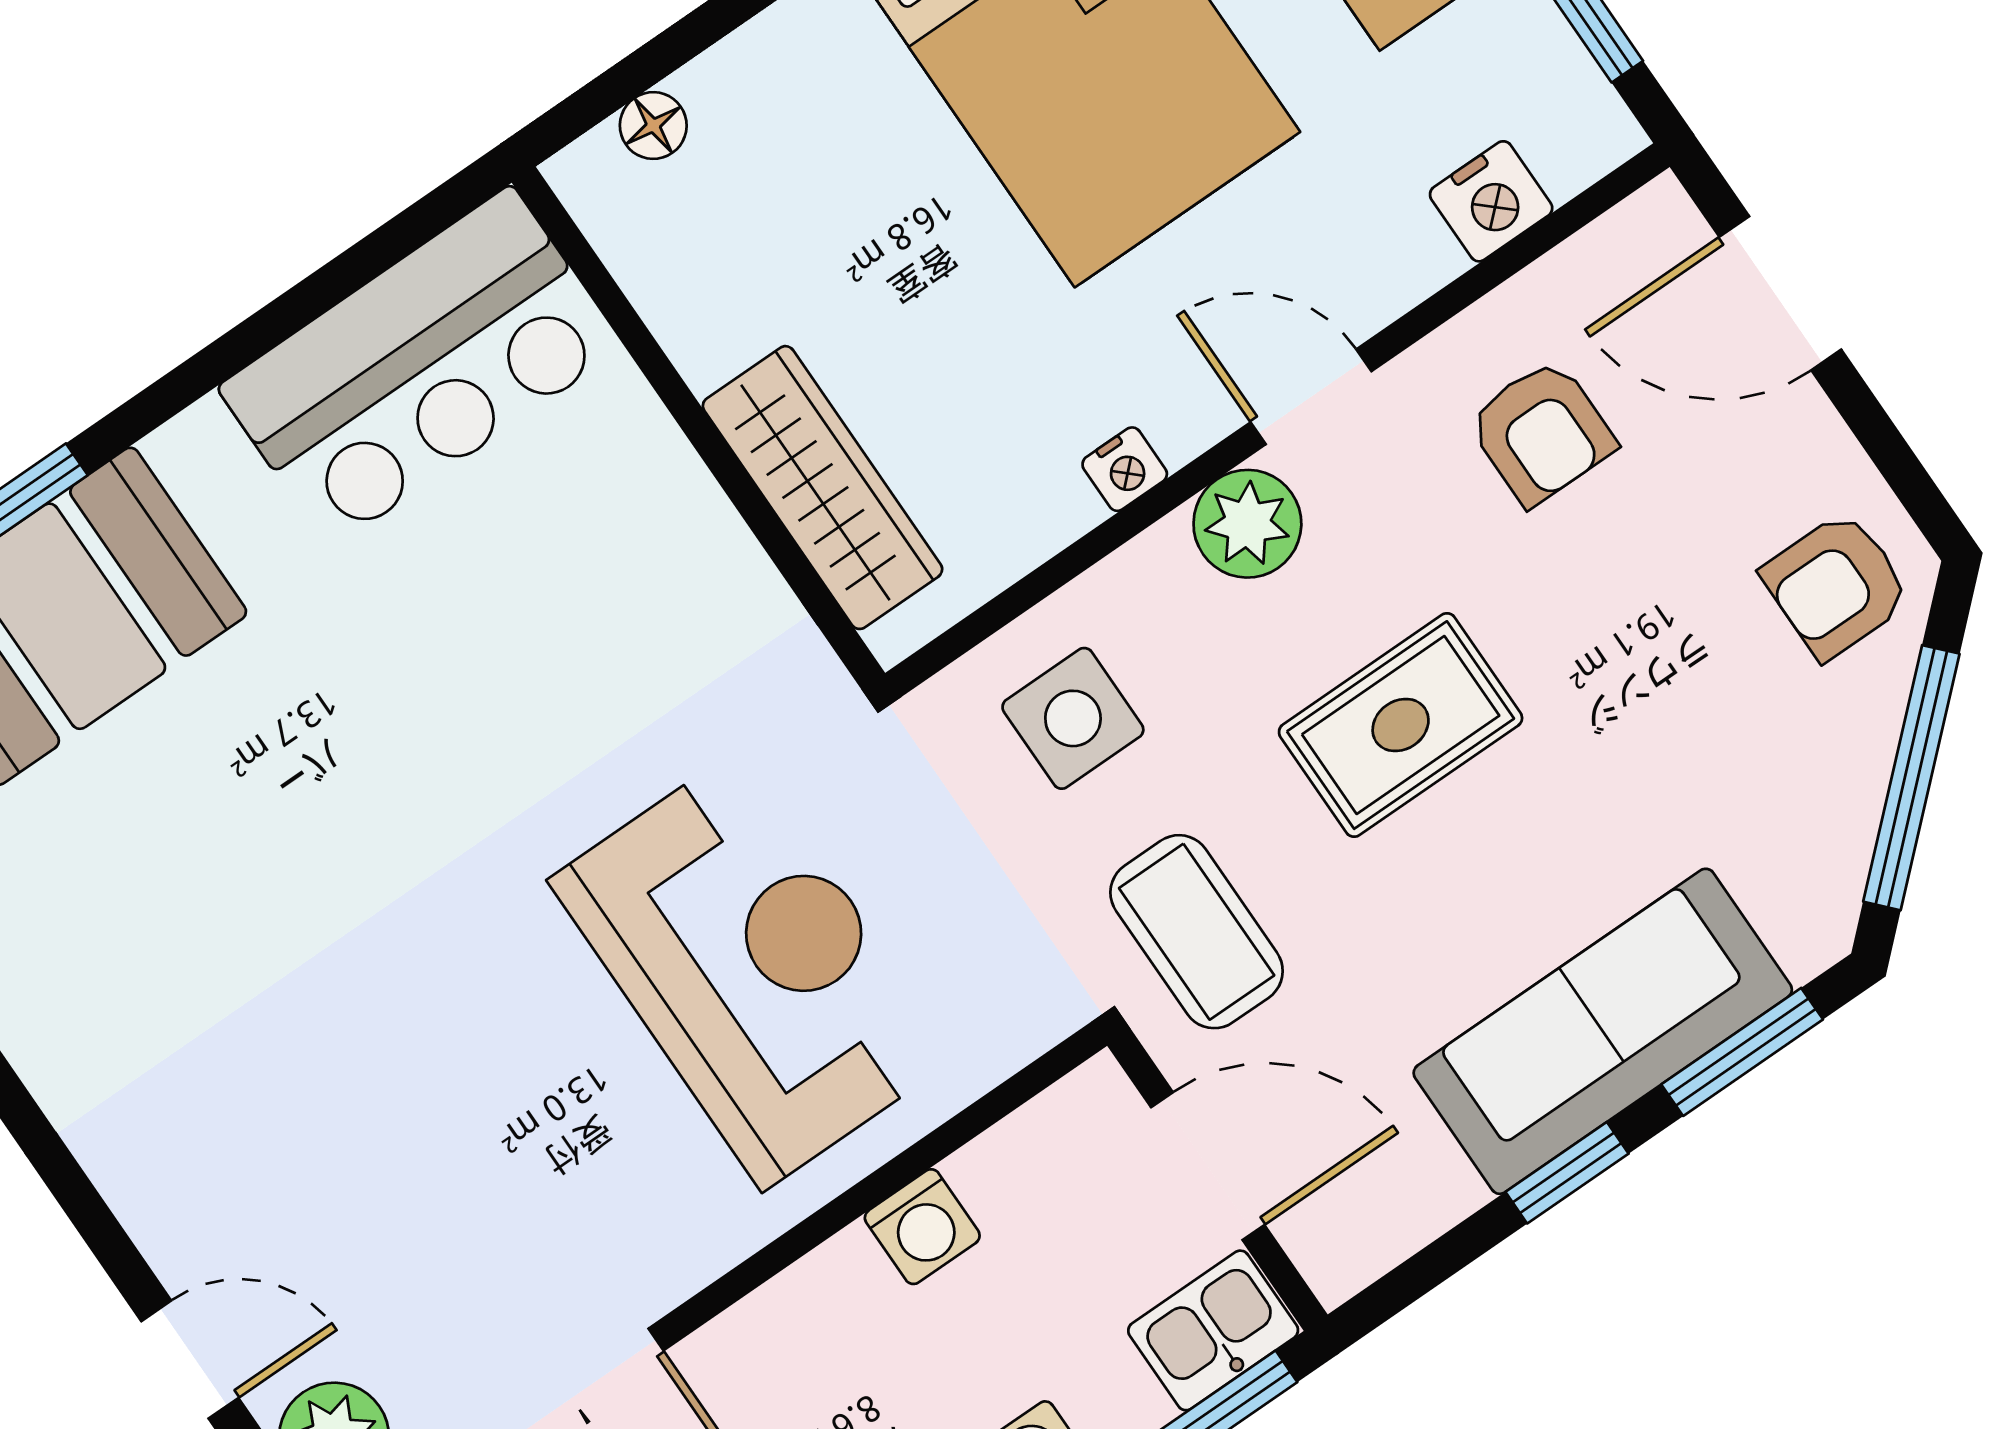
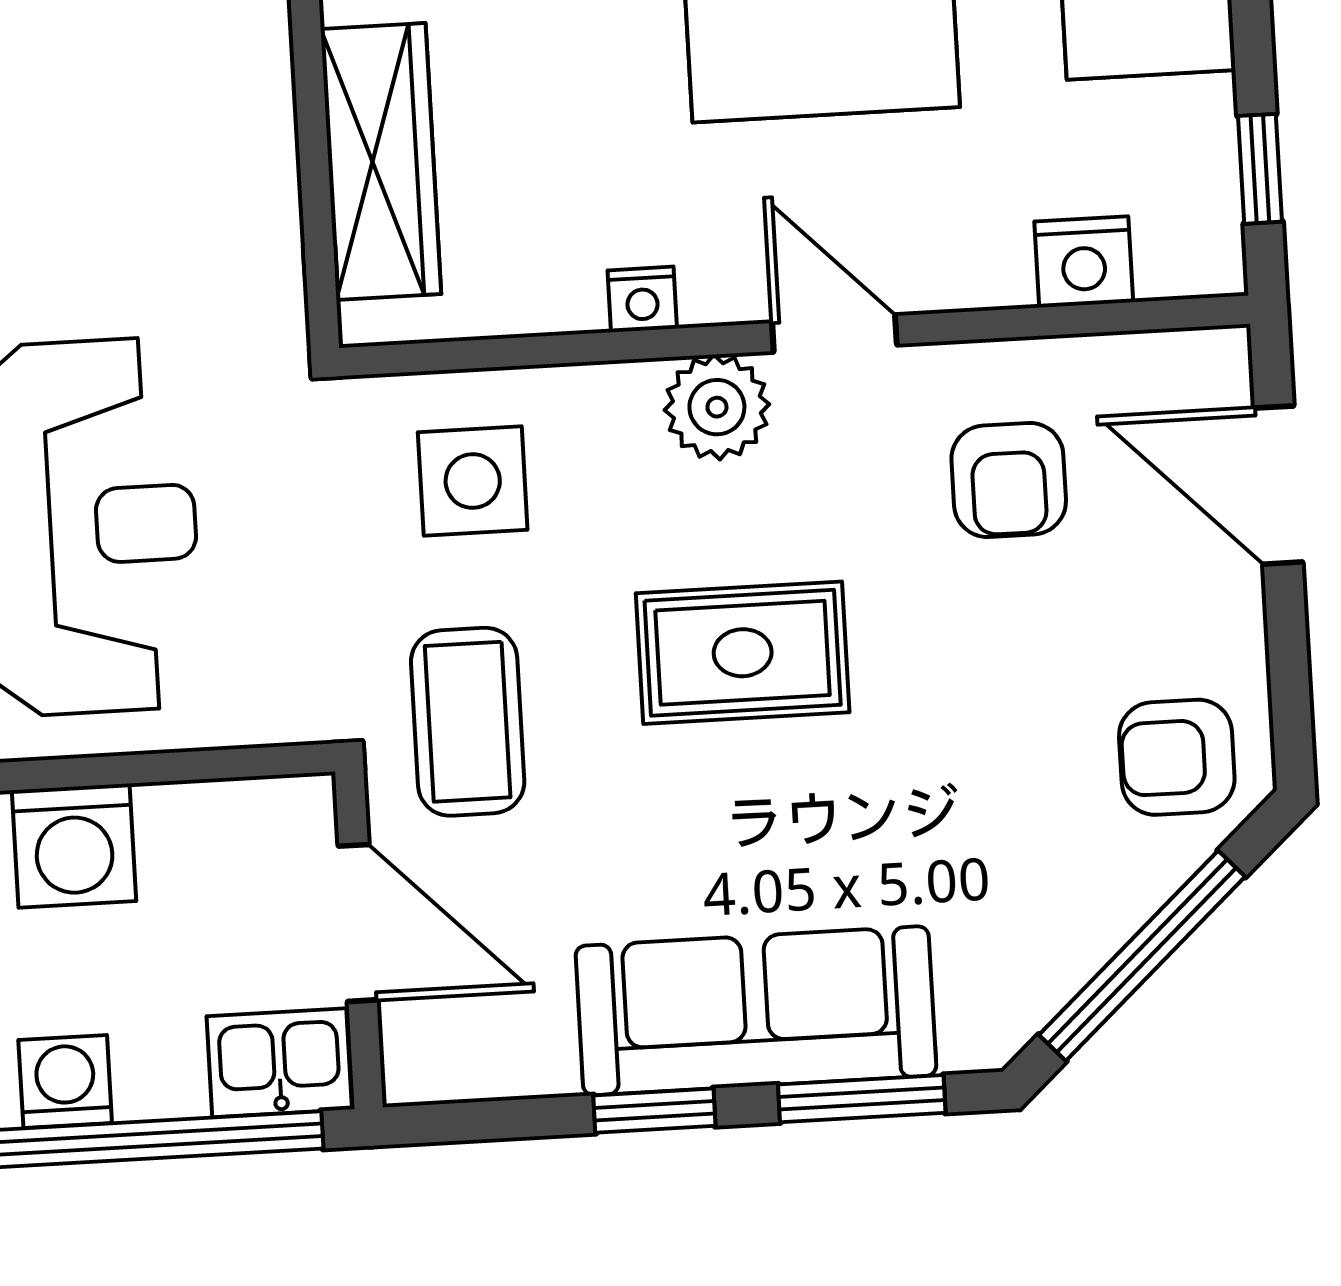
washing machine: (922, 1227) -> (74, 846), width x1.38, depth x1.38

